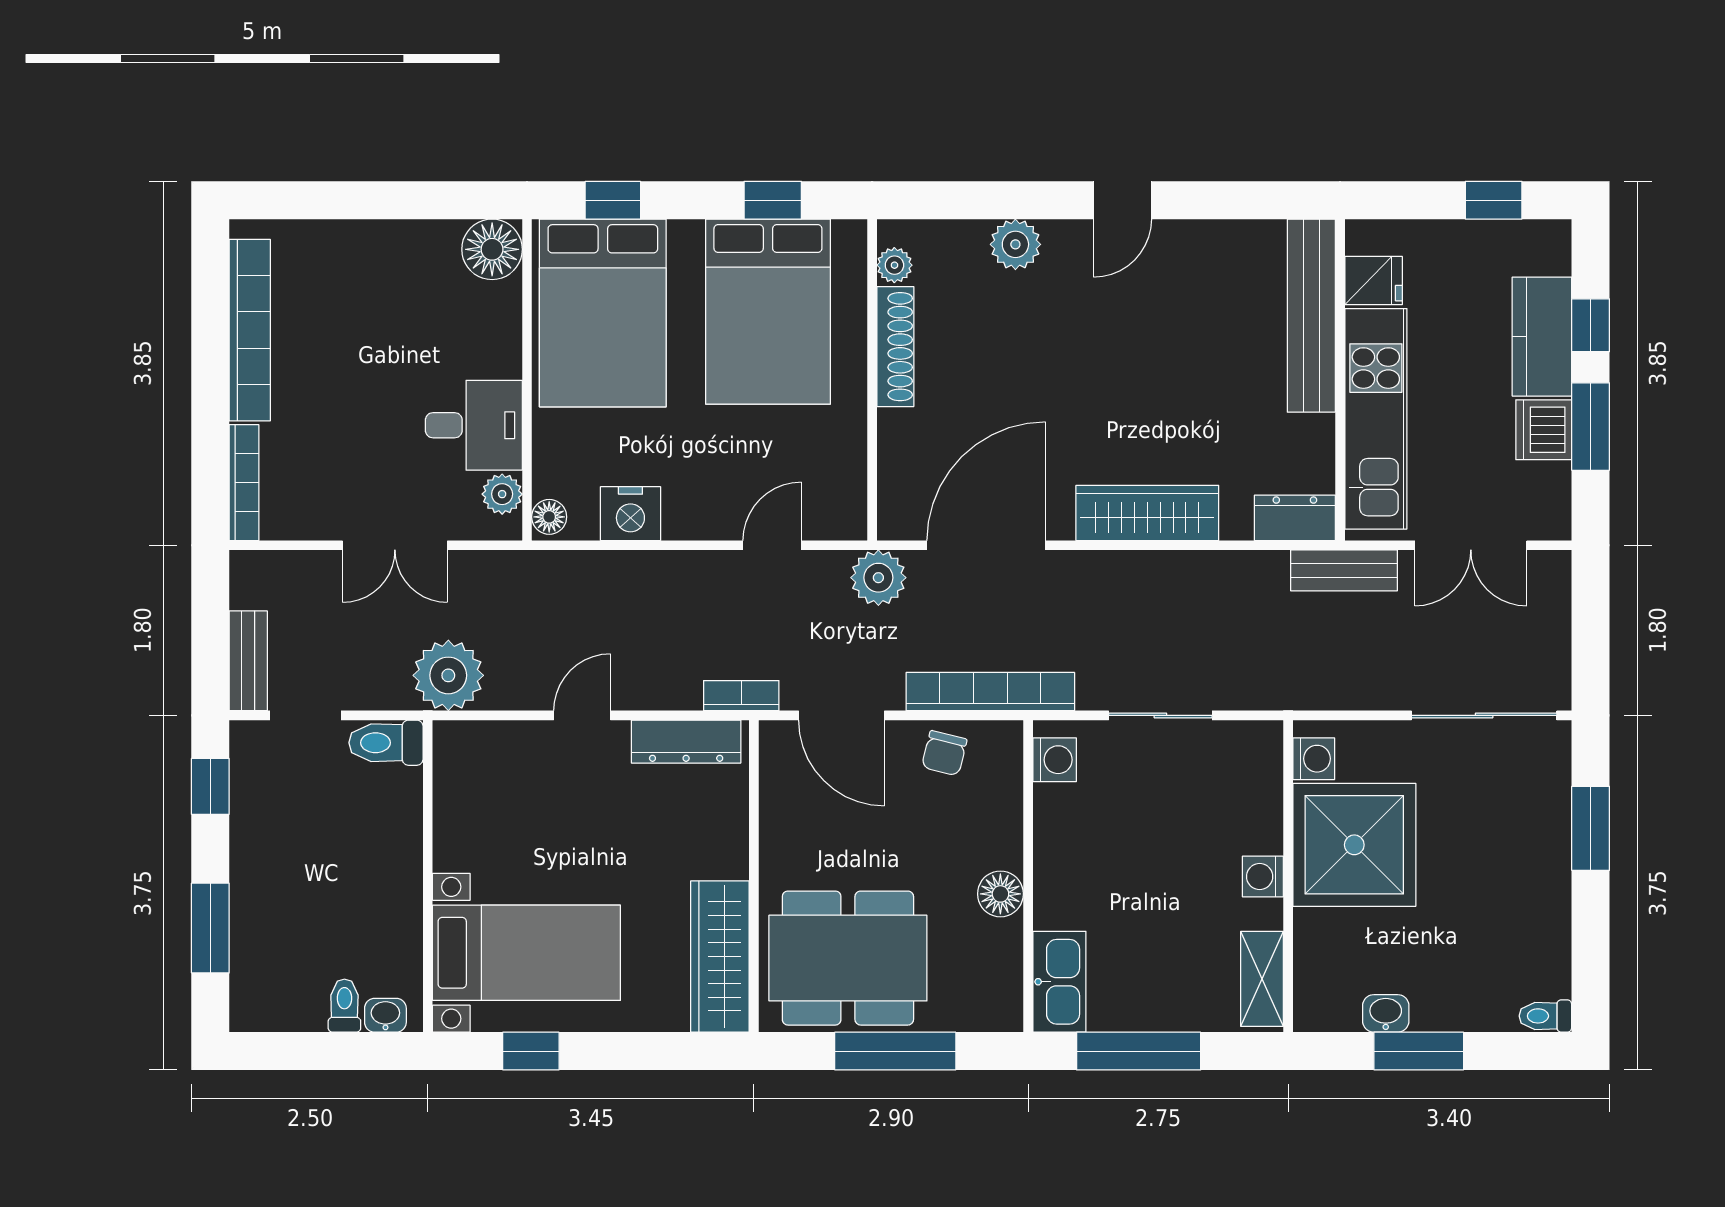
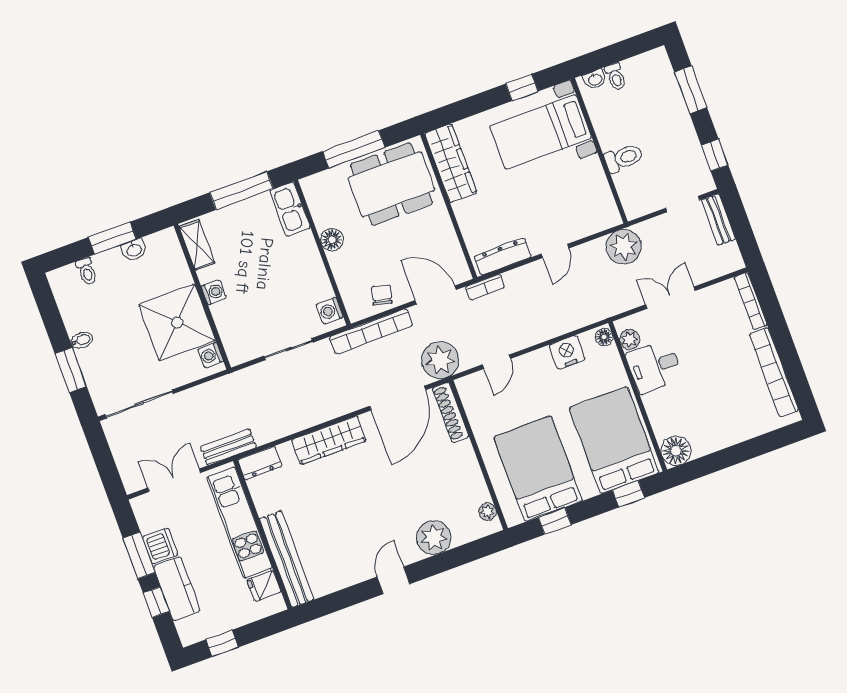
plant: (1015, 244) -> (434, 538), width x1.36, depth x1.36
shoe rack: (895, 347) -> (451, 412), moved
plant: (878, 578) -> (440, 360), width x1.36, depth x1.36
toilet: (386, 743) -> (624, 158), moved
bidet: (1549, 878) -> (82, 340), added
toilet: (1545, 1016) -> (87, 271), moved, turned 90

